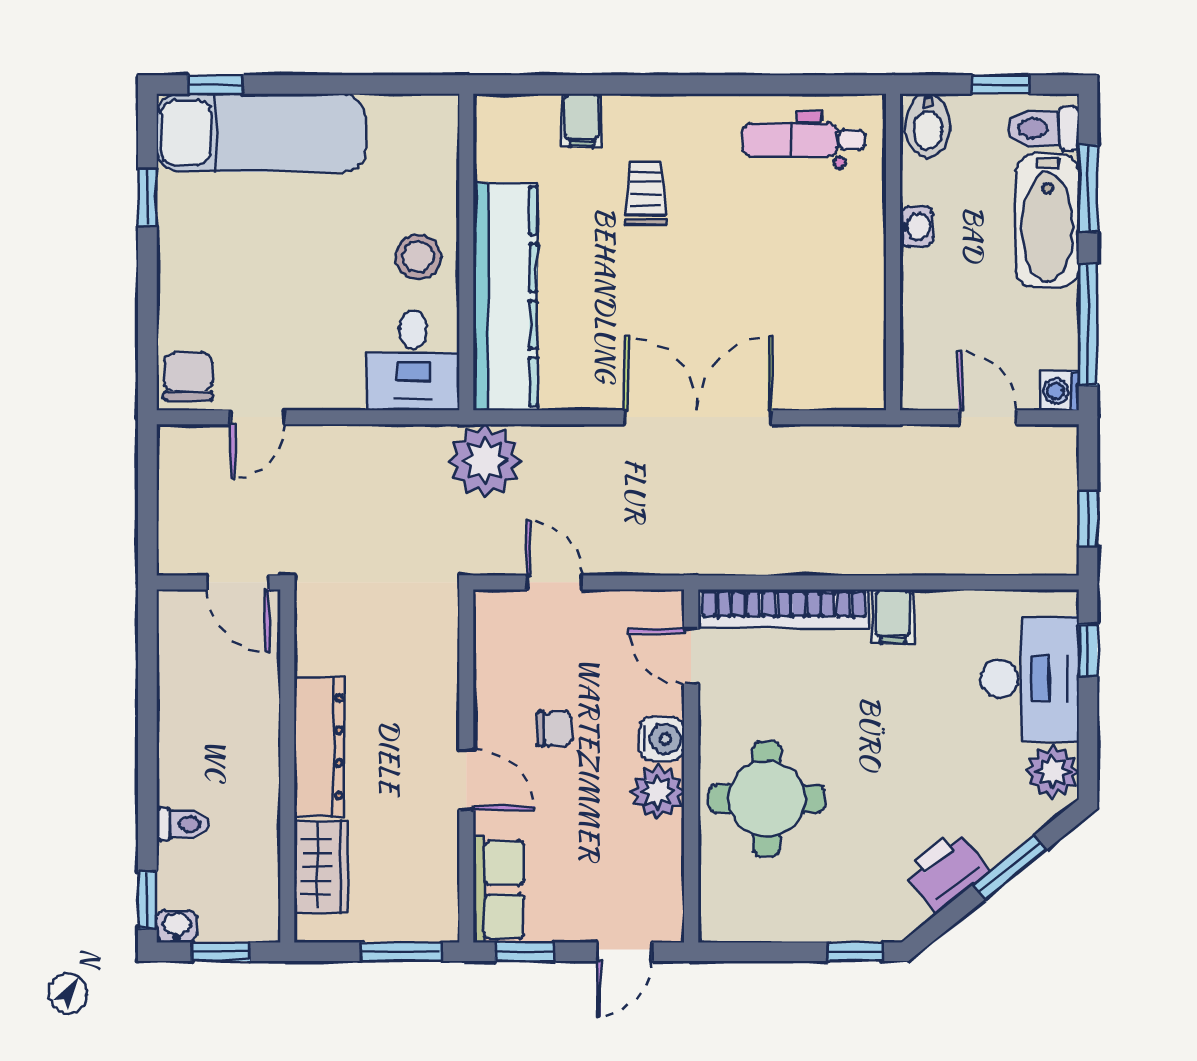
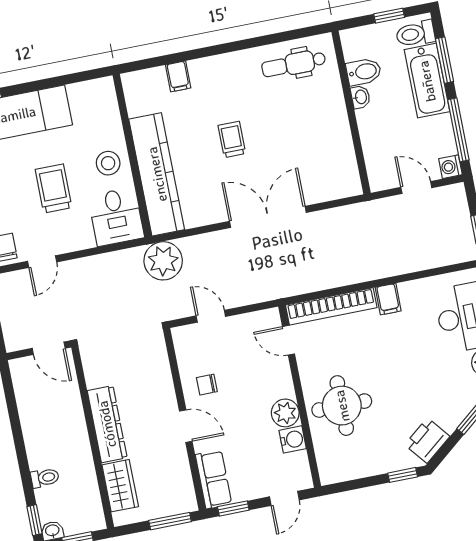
bidet: (928, 126) -> (364, 72), moved, turned -90
trolley: (646, 193) -> (232, 139), moved
trolley: (306, 284) -> (54, 189), added
chair: (554, 729) -> (207, 385), moved, turned 180
water cooler: (662, 739) -> (293, 439), moved
printer: (946, 871) -> (427, 441), moved

